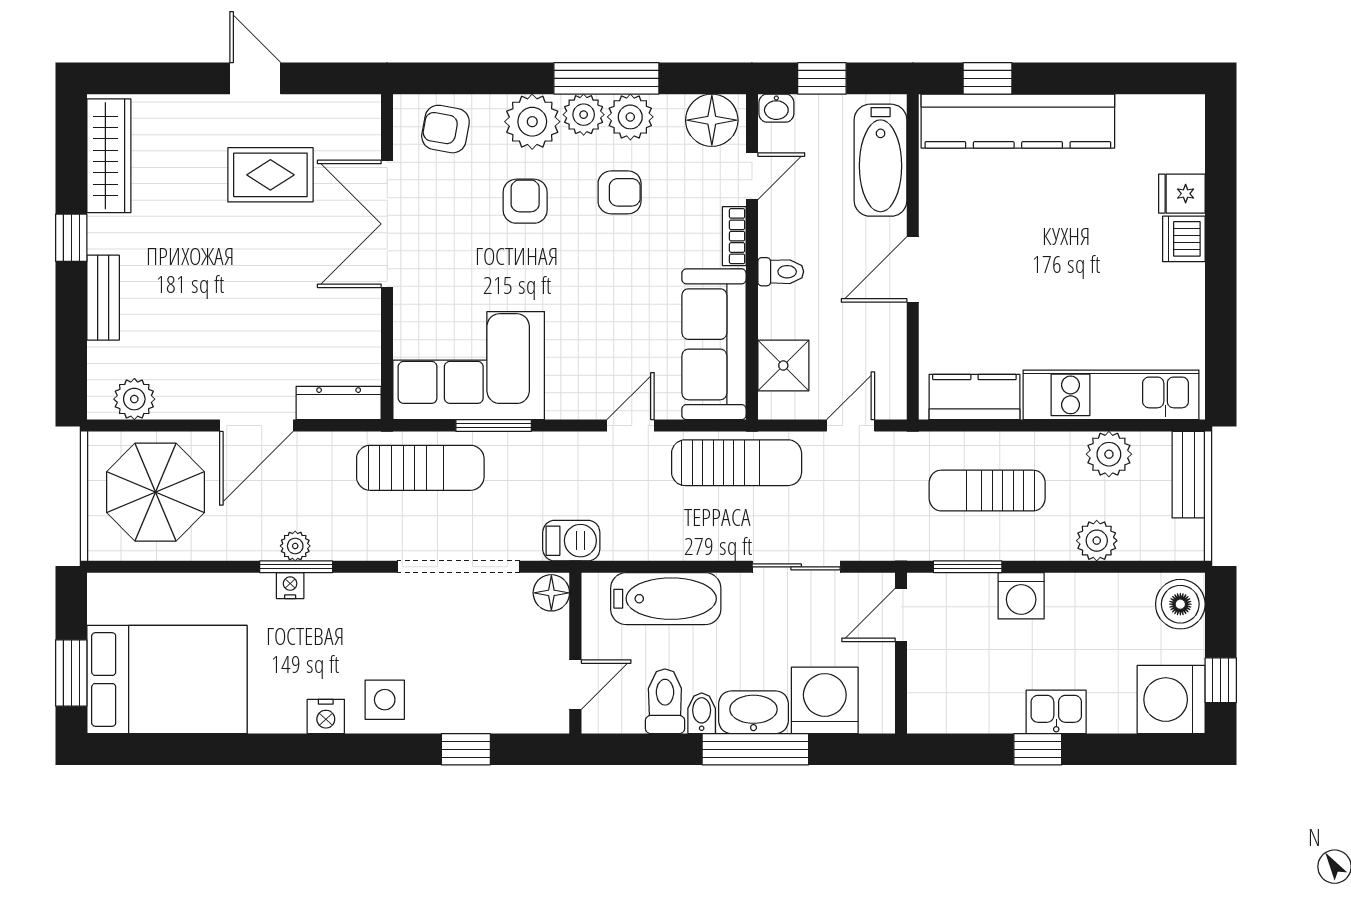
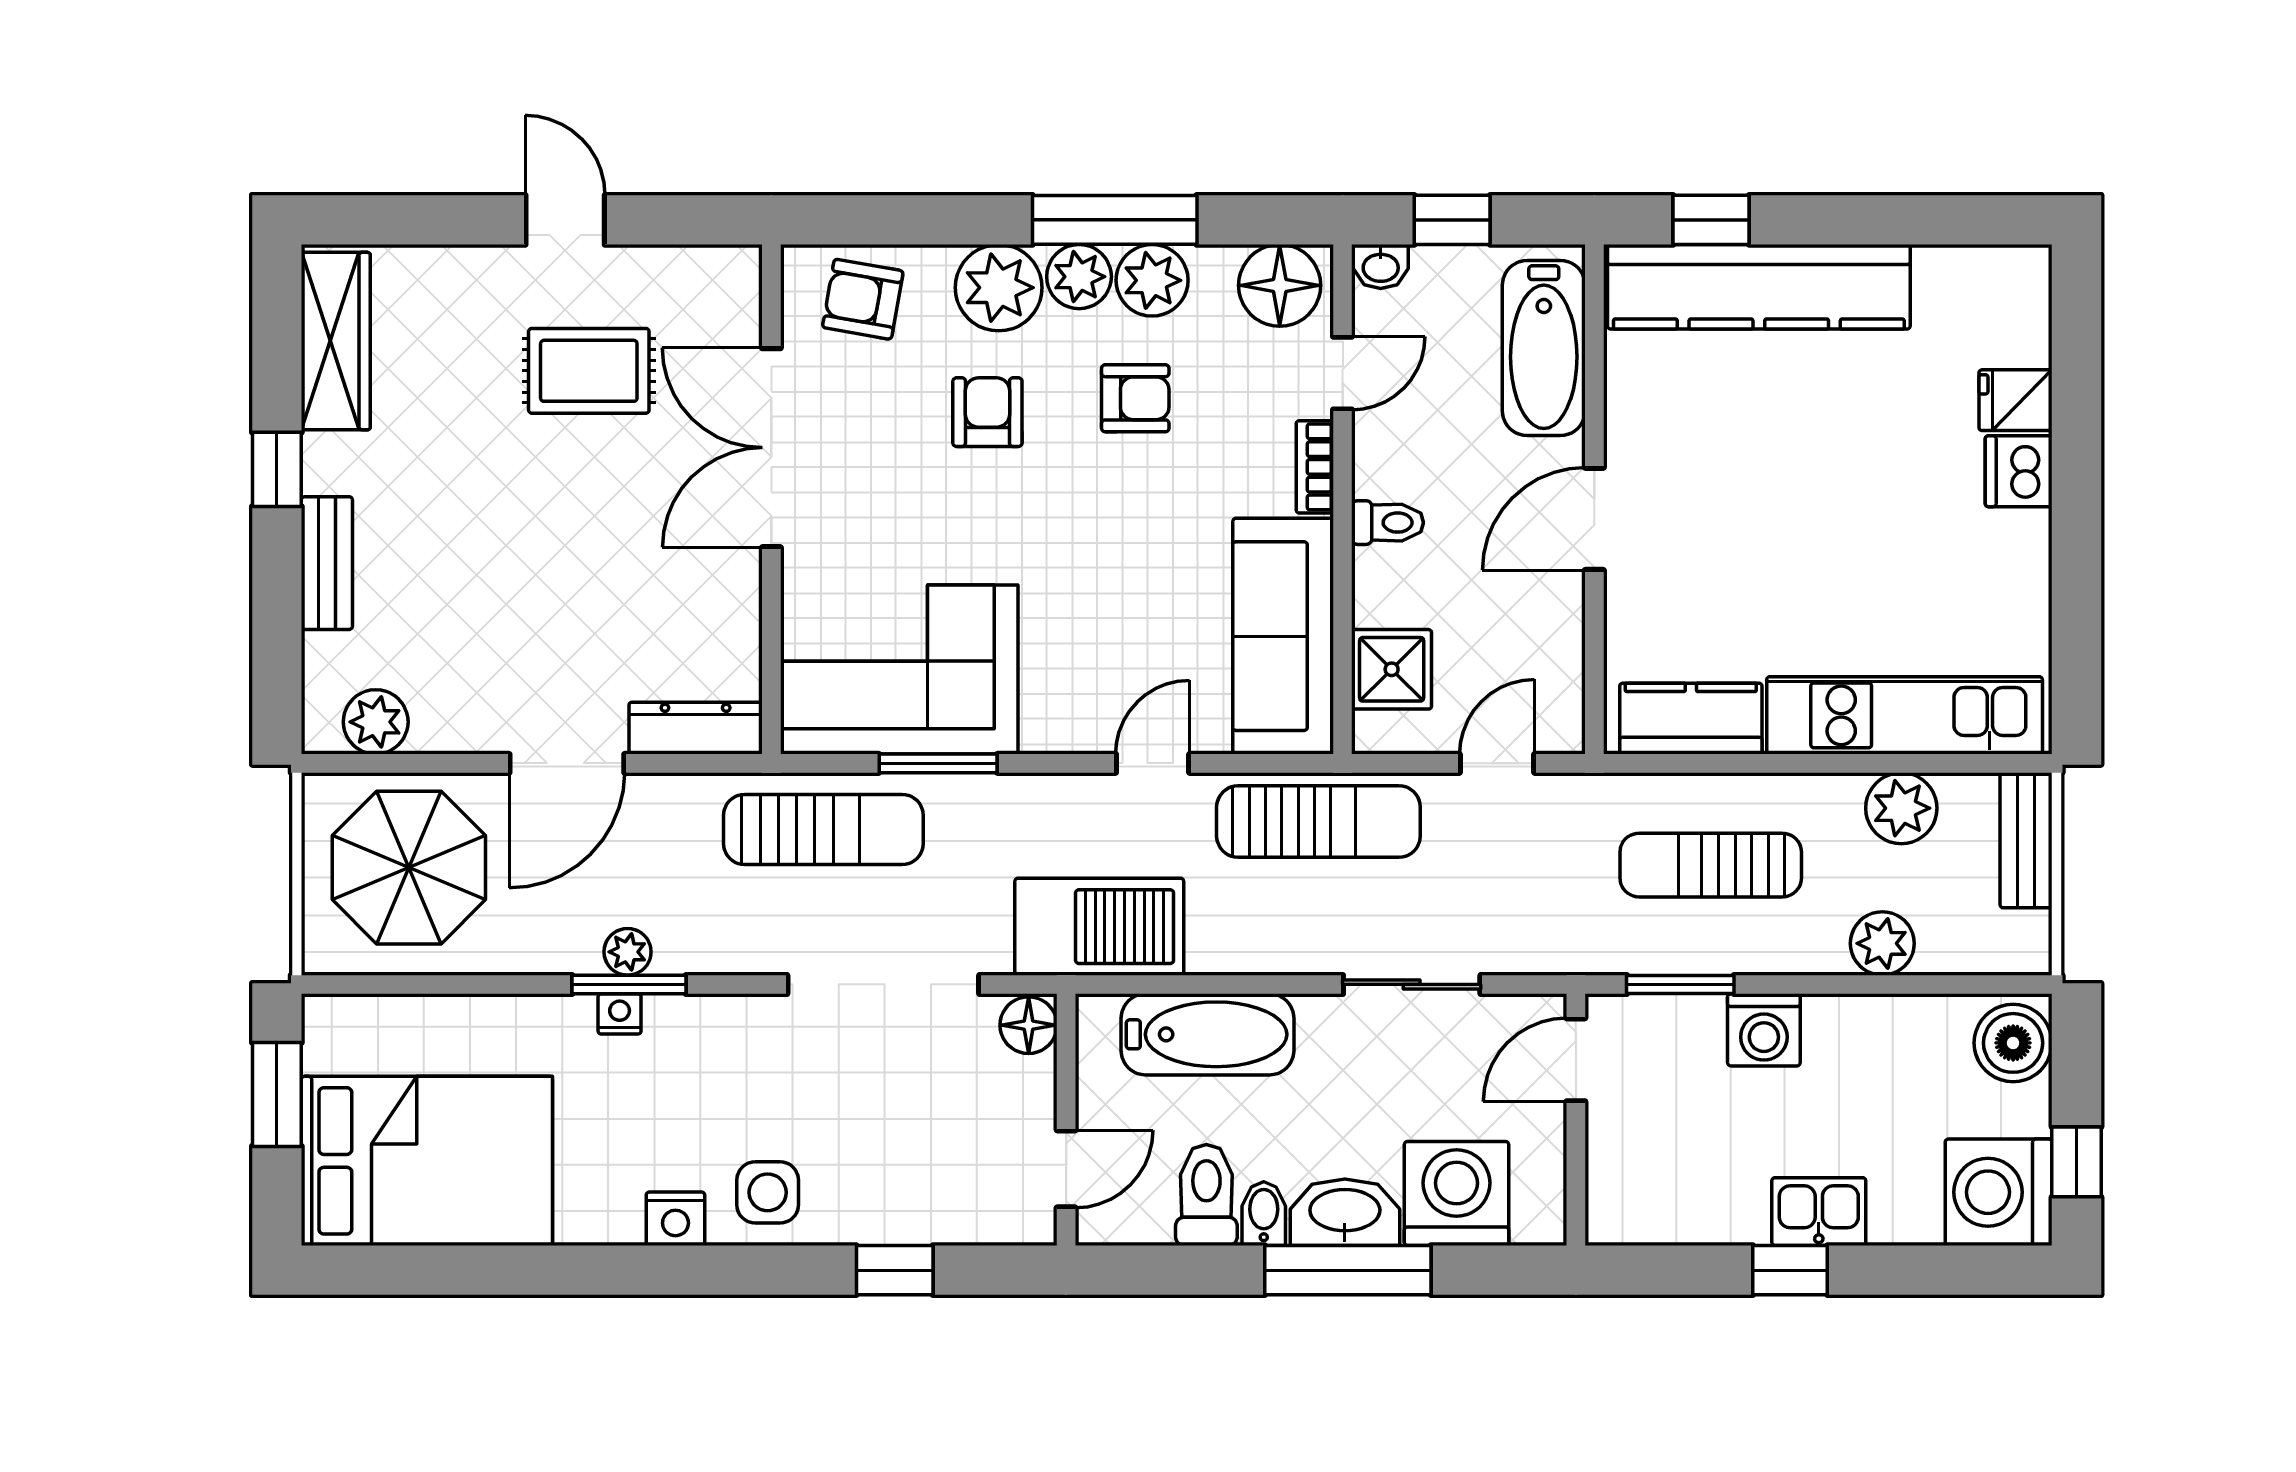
barbecue: (571, 541) -> (1099, 927), width x1.88, depth x1.53
window: (71, 673) -> (277, 1094), moved

